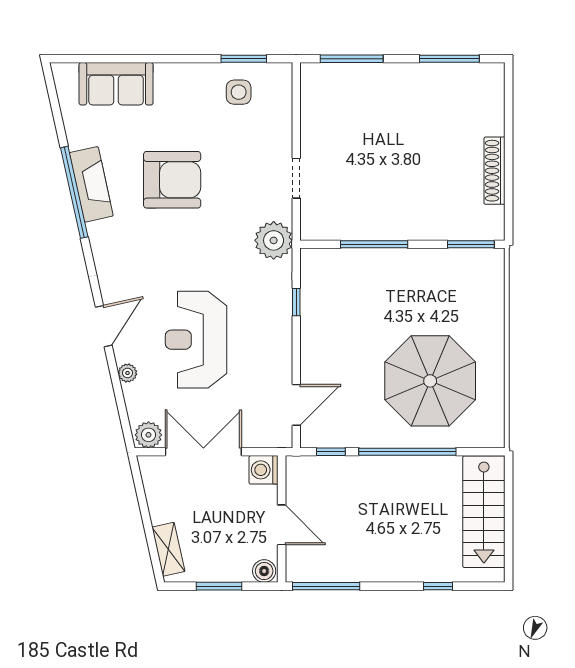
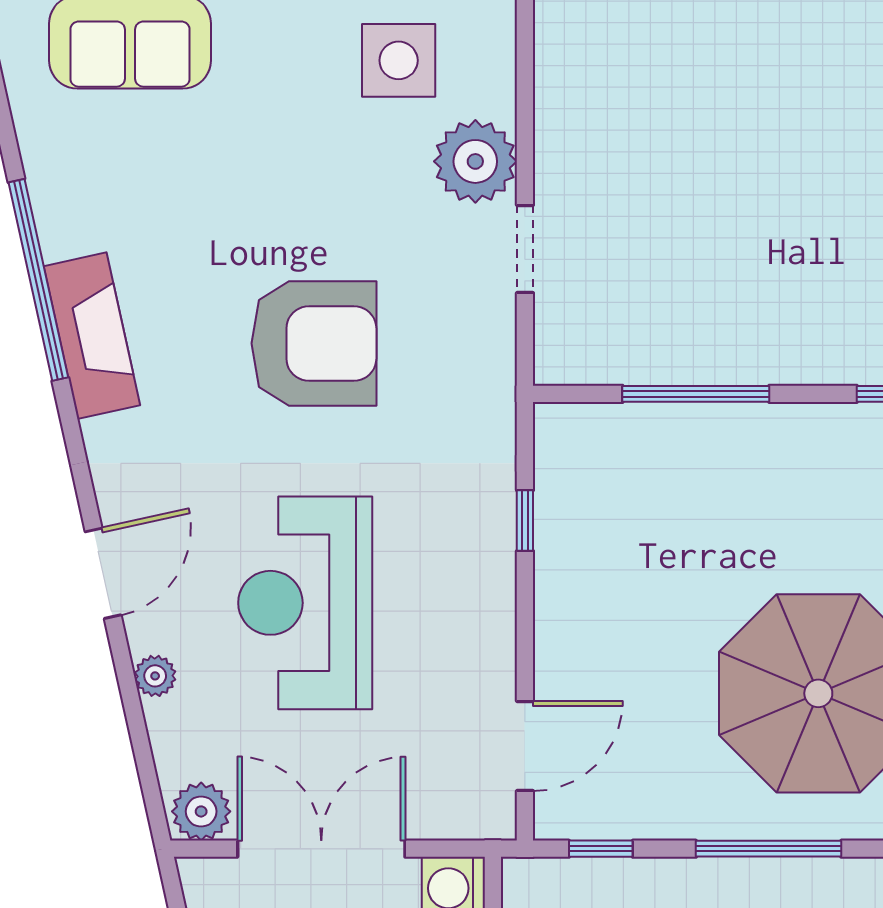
side table: (239, 92) -> (399, 60), width x1.37, depth x1.37
armchair: (172, 180) -> (314, 343), moved
fireplace: (91, 184) -> (92, 336), moved
plant: (274, 240) -> (475, 161), moved
window: (407, 452) -> (769, 849), width x0.68

